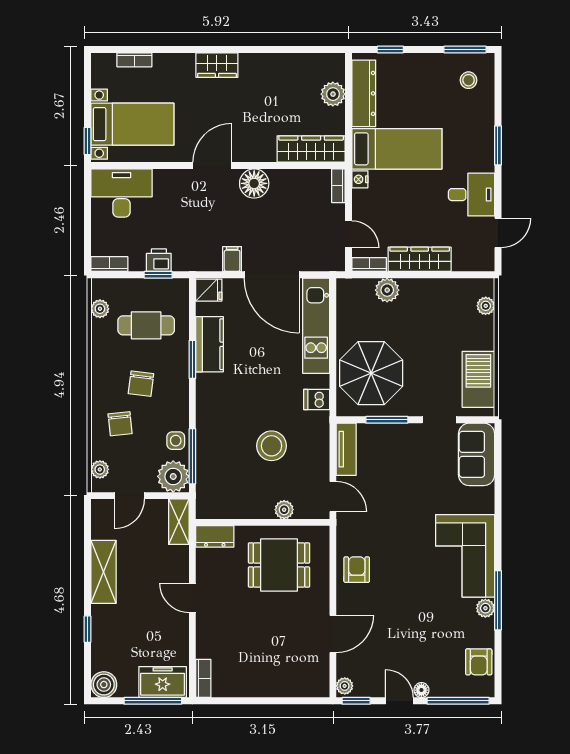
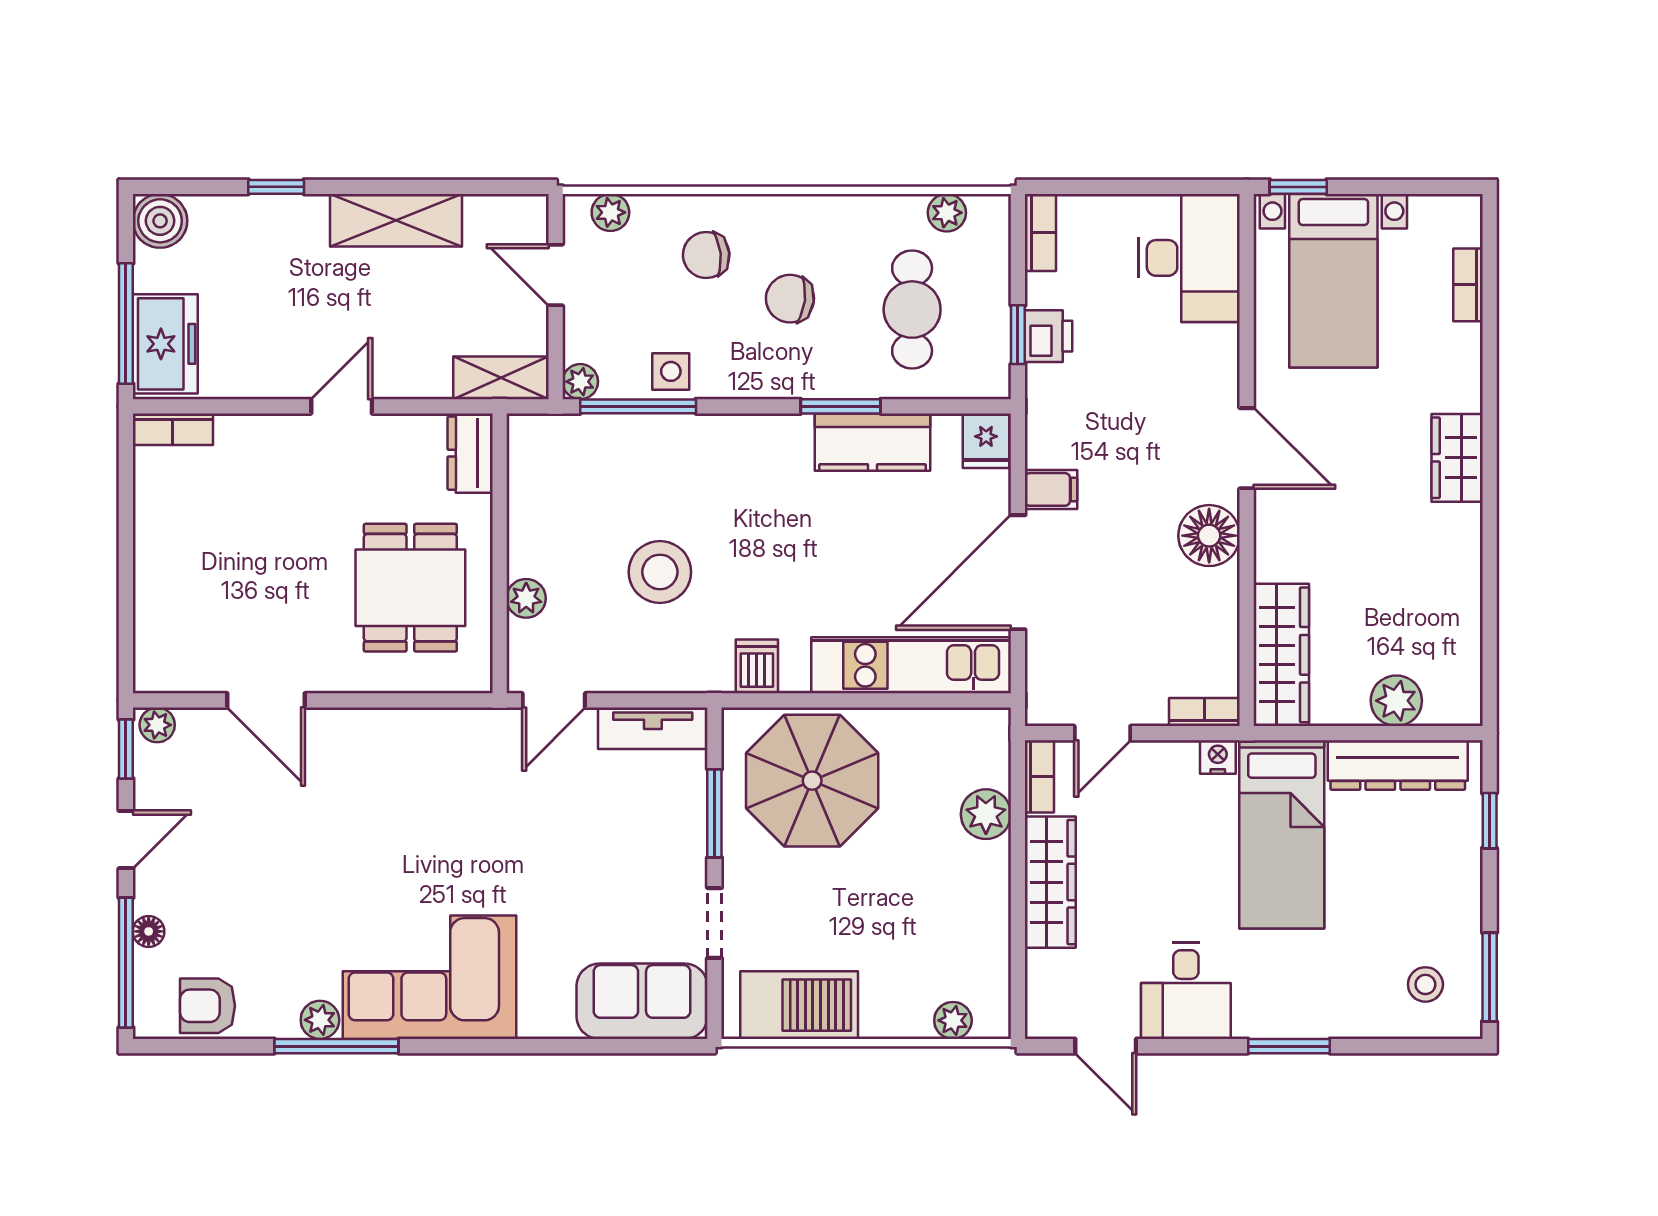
plant: (173, 476) -> (580, 382), width x0.53, depth x0.53
armchair: (357, 570) -> (401, 750), removed
floor lamp: (421, 690) -> (149, 931), moved

